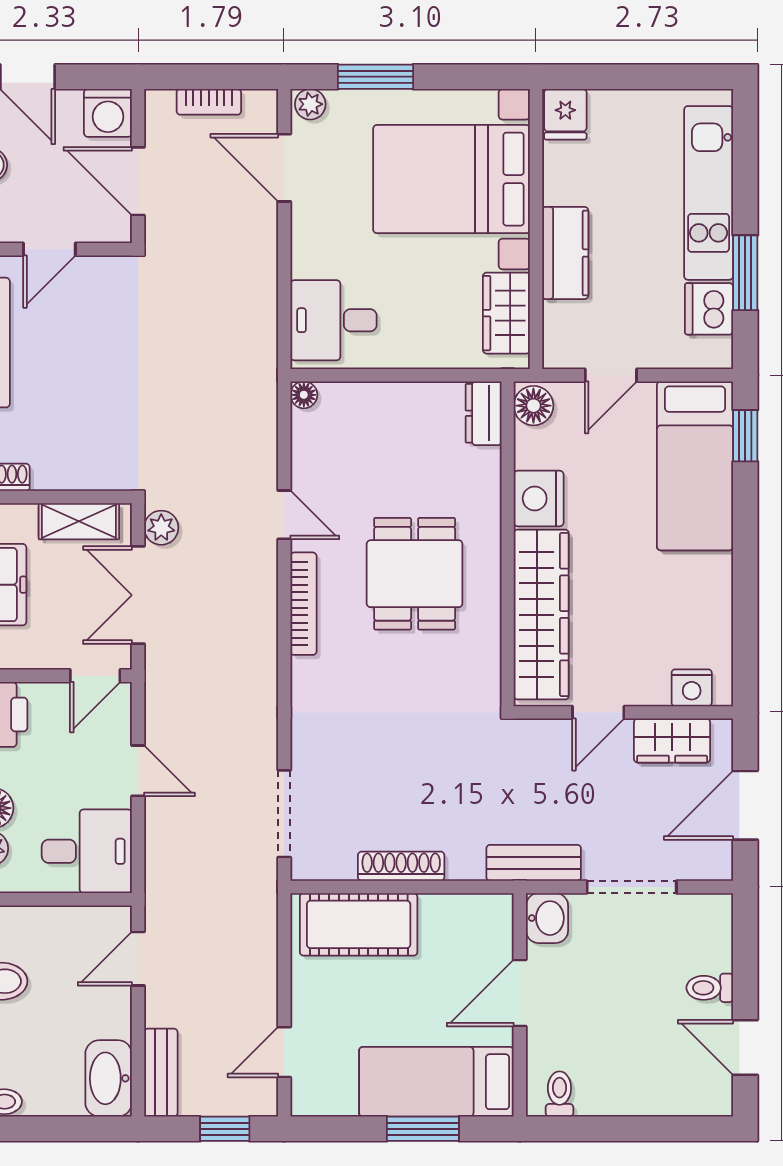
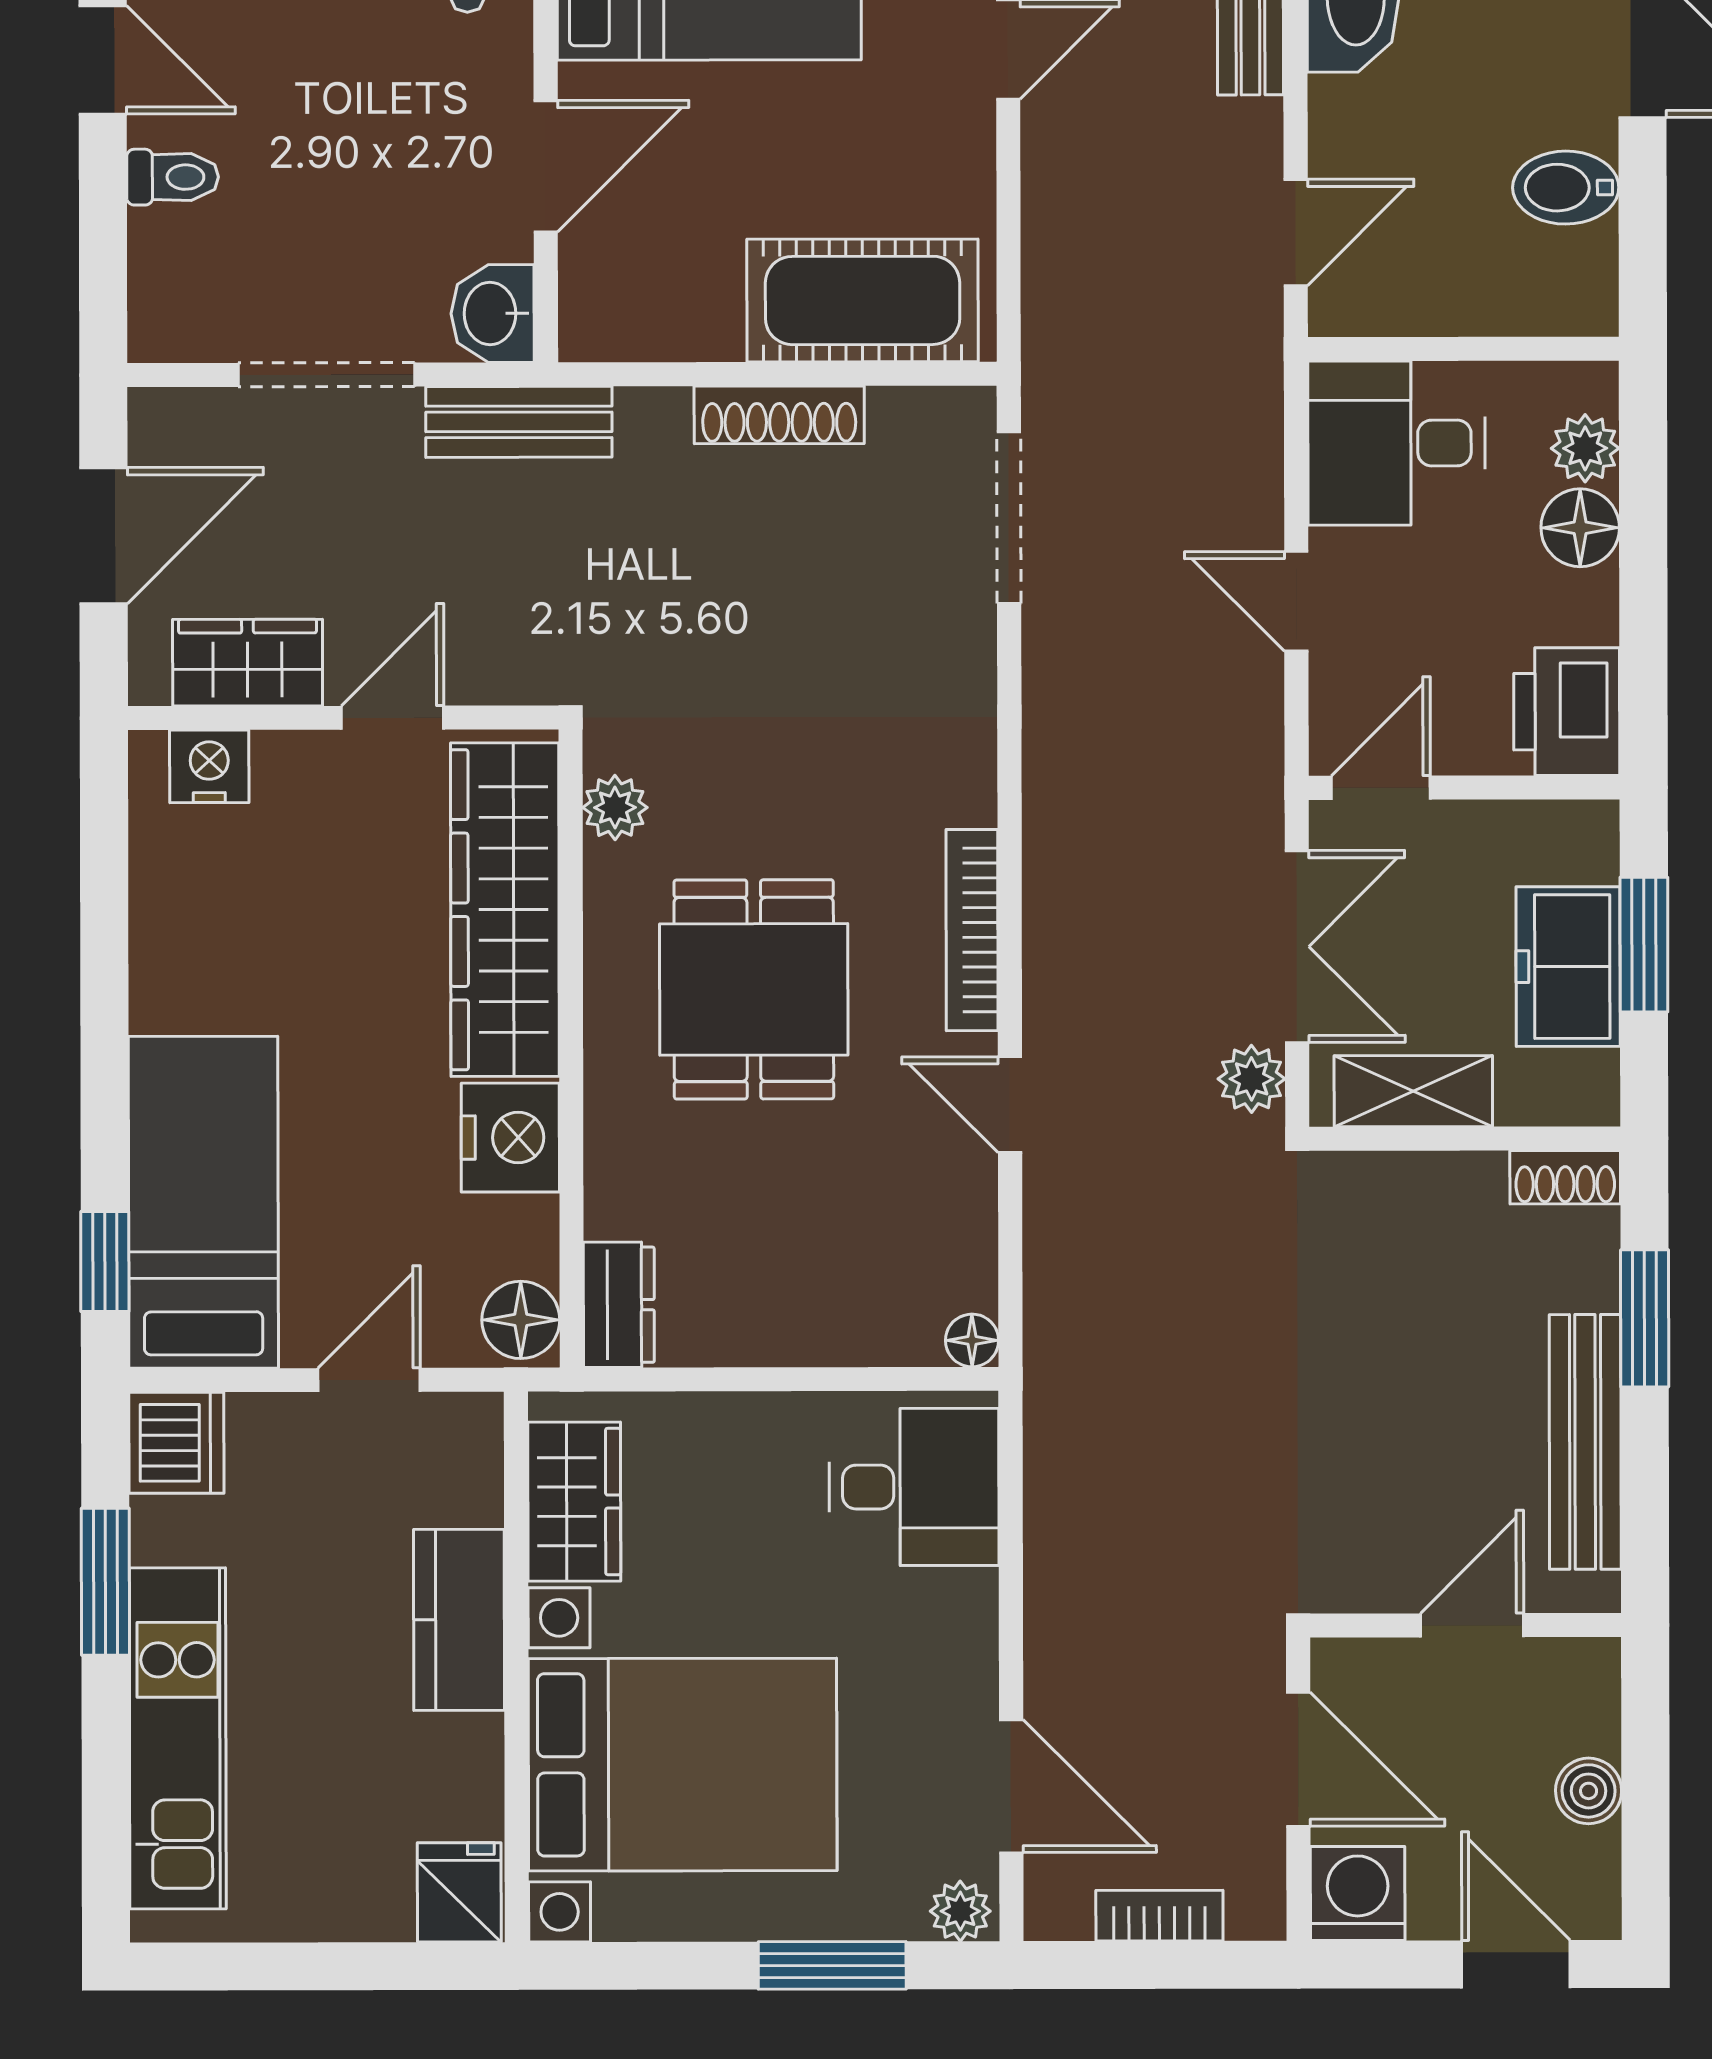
dishwasher: (709, 309) -> (176, 1443), moved
plant: (485, 666) -> (615, 808), added

